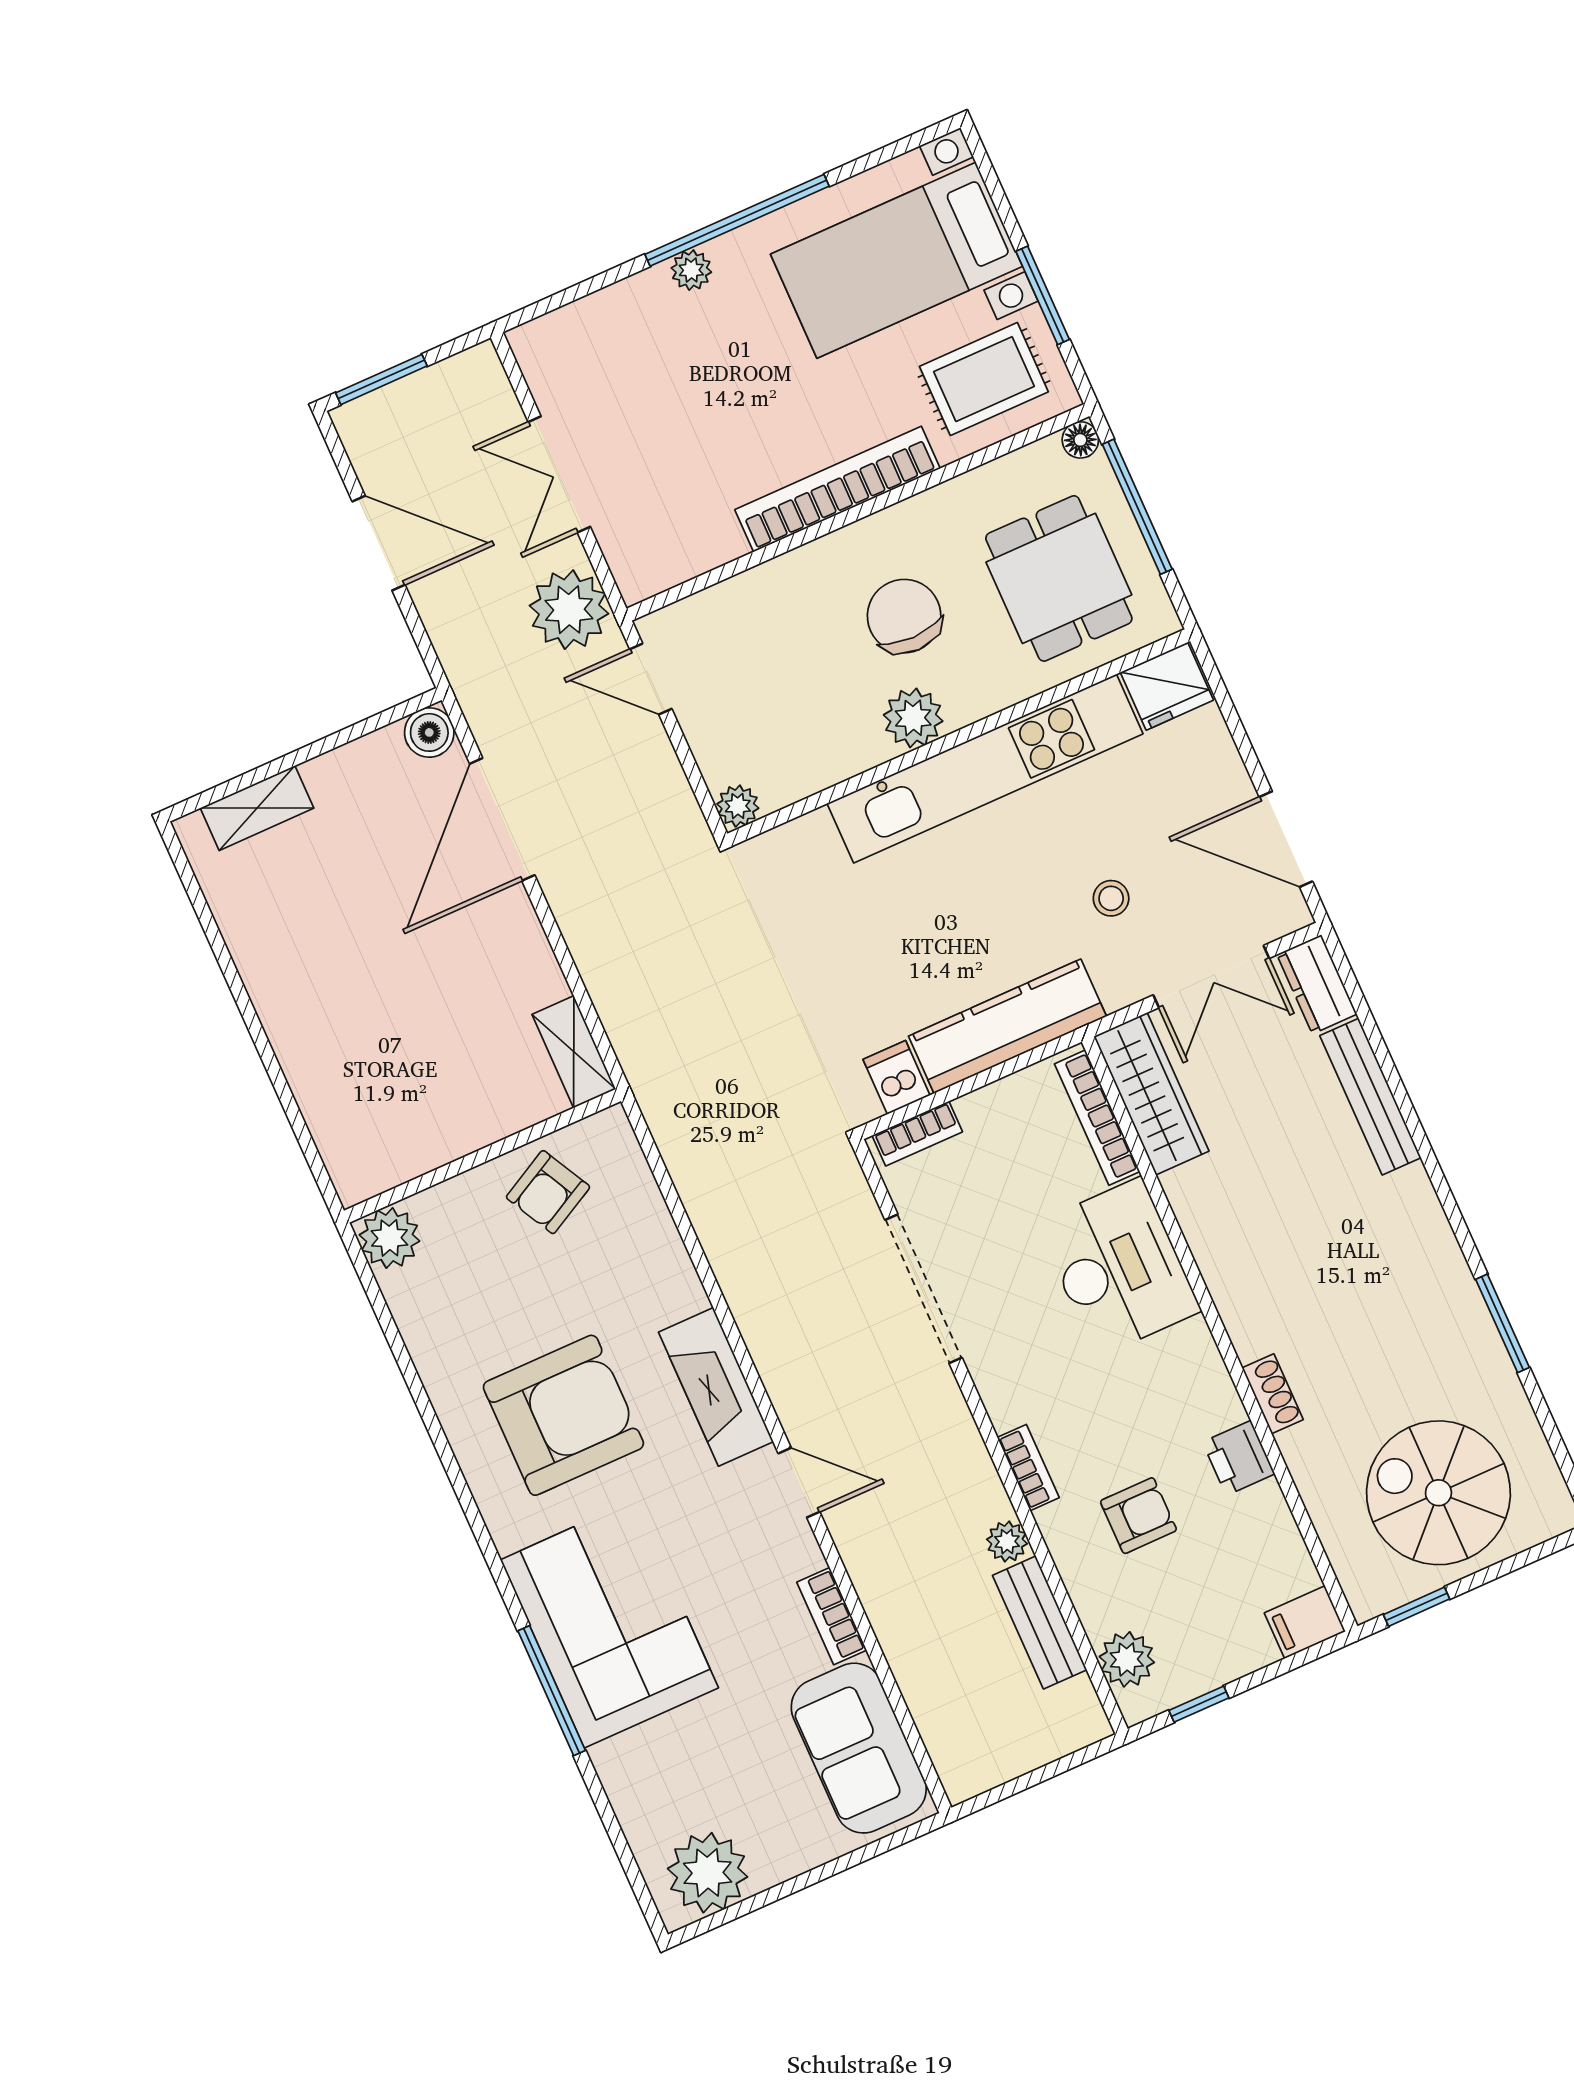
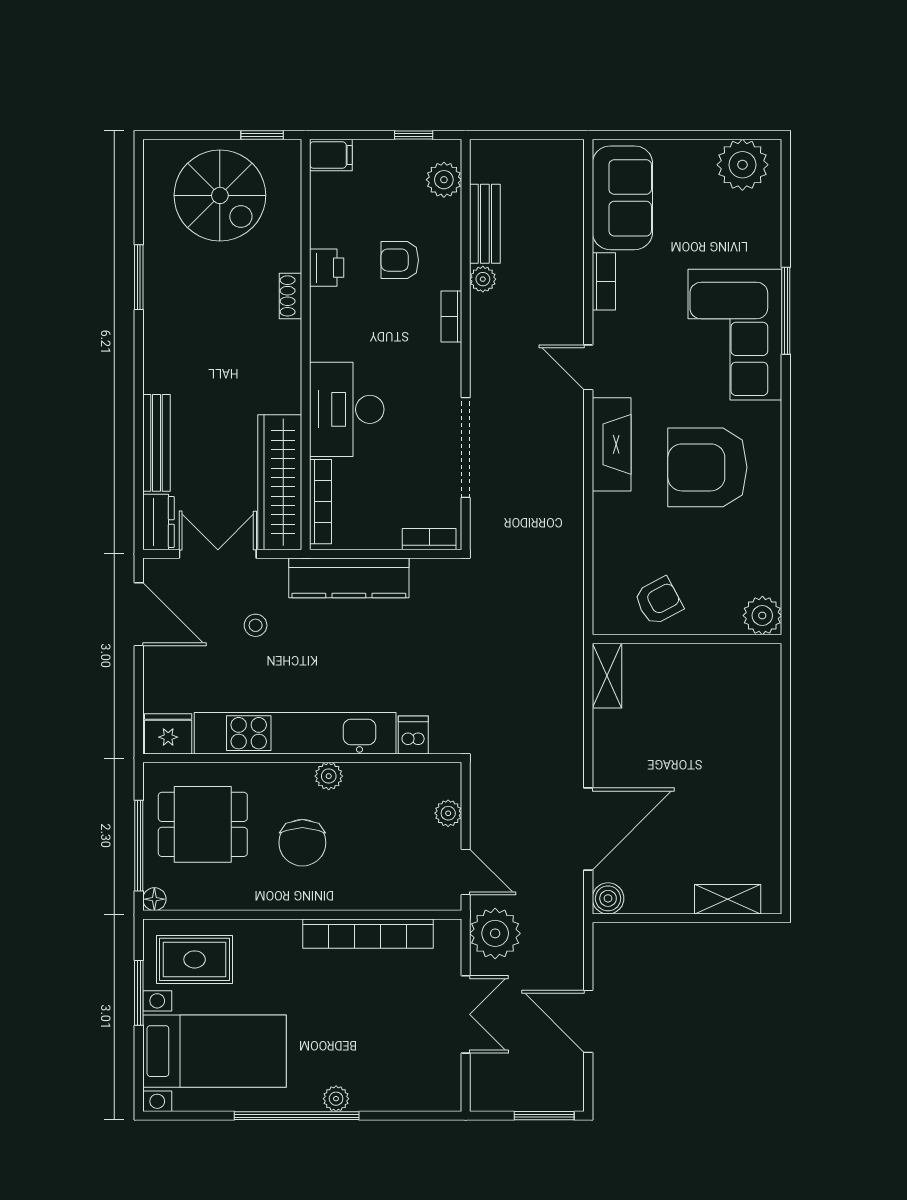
bookcase: (838, 489) -> (368, 934), moved
dining table: (1059, 578) -> (203, 824), turned 90
plant: (913, 718) -> (329, 776), width x0.73, depth x0.73
plant: (738, 806) -> (448, 813), moved
dishwasher: (897, 1077) -> (413, 735), moved, turned 180
wardrobe: (1151, 1094) -> (280, 482), width x1.40, depth x1.17

